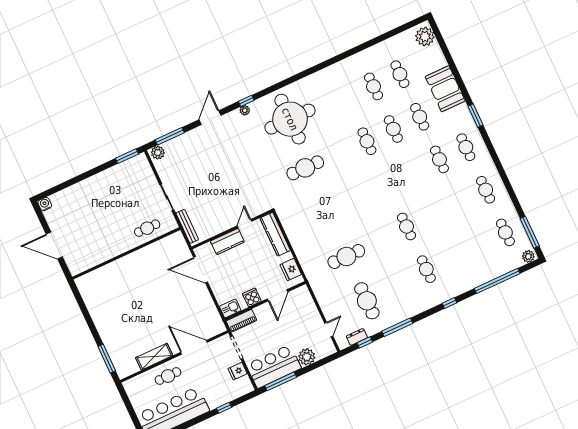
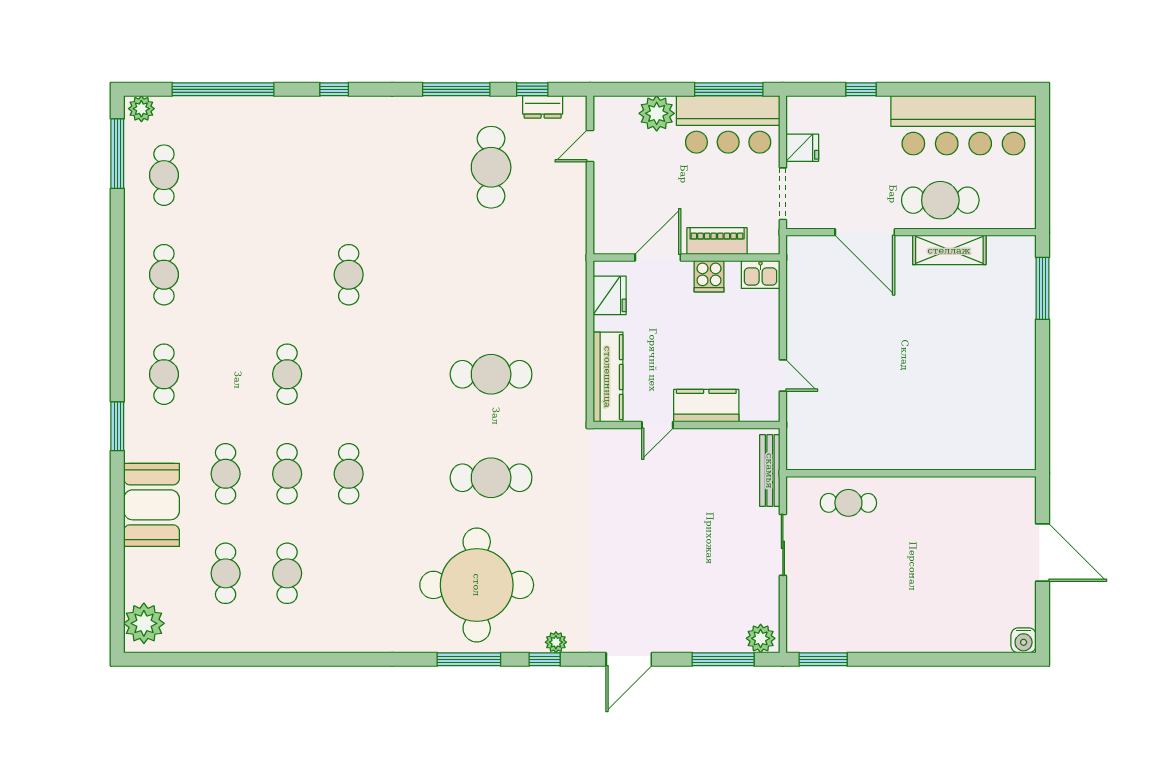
window: (279, 86) -> (469, 659), added
cafe table: (439, 159) -> (287, 374), moved
cafe table: (346, 257) -> (491, 374), moved
cafe table: (426, 269) -> (349, 175), removed
door: (201, 270) -> (783, 375), width x0.53
piano: (241, 321) -> (717, 241), moved
cafe table: (168, 376) -> (940, 200), width x1.37, depth x1.35

